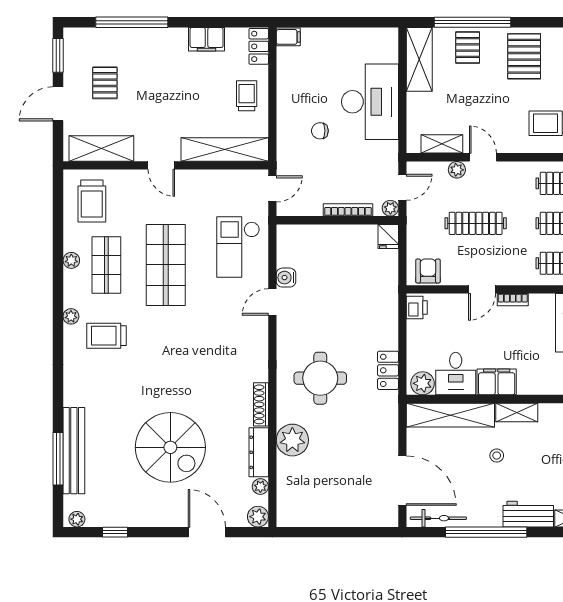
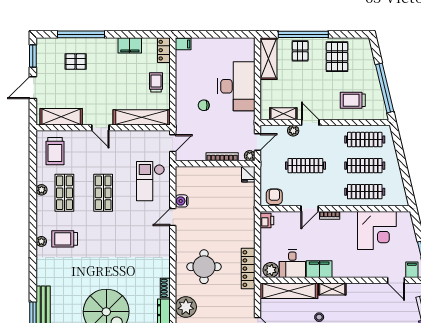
pallet: (105, 83) -> (76, 61), moved, turned 90
shop shelf: (166, 265) -> (103, 193), width x0.70, depth x0.74
plant: (71, 316) -> (41, 241), moved
locker: (388, 370) -> (248, 269), width x1.53
shoe rack: (261, 404) -> (165, 288), width x0.70

